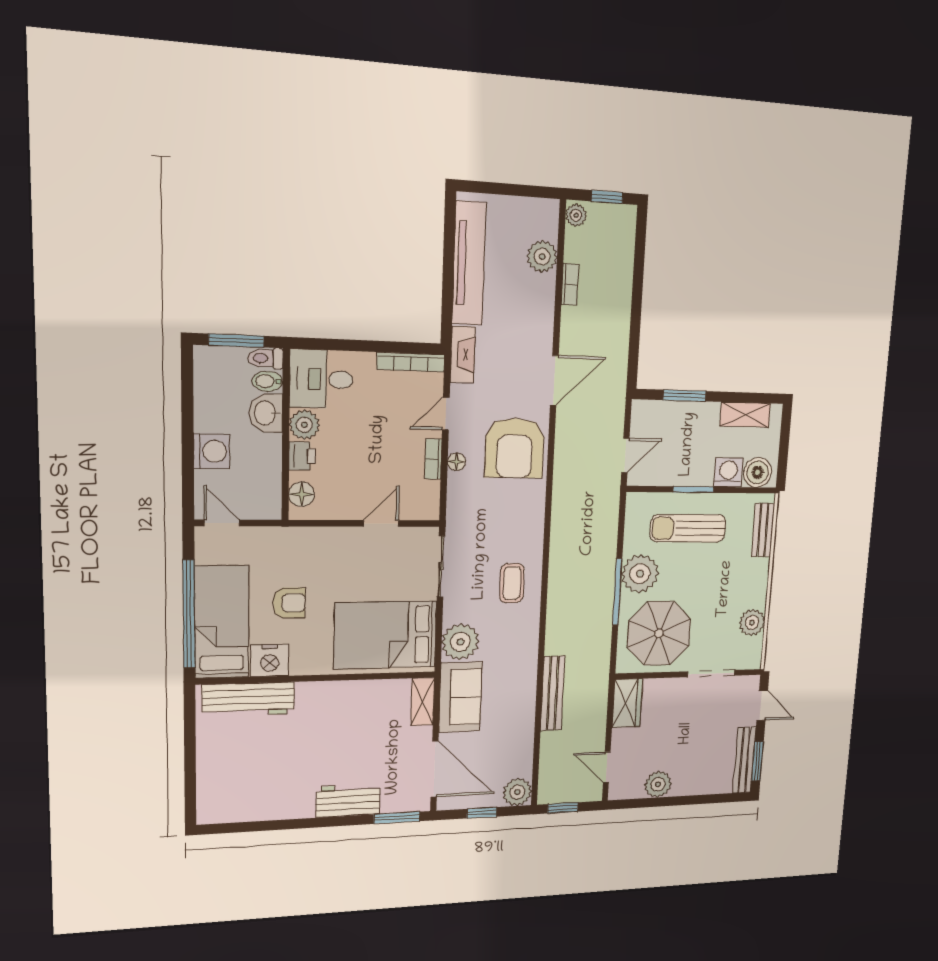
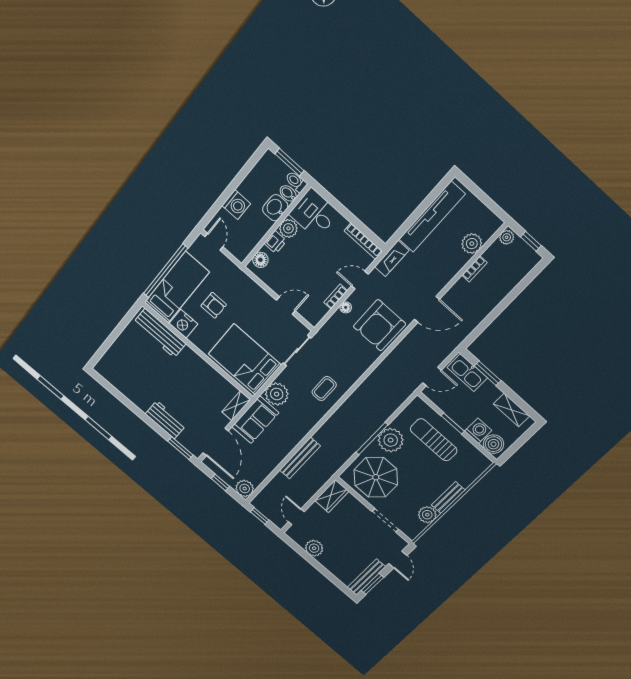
kitchen sink: (661, 415) -> (467, 373), added
bench: (763, 530) -> (448, 498), moved

